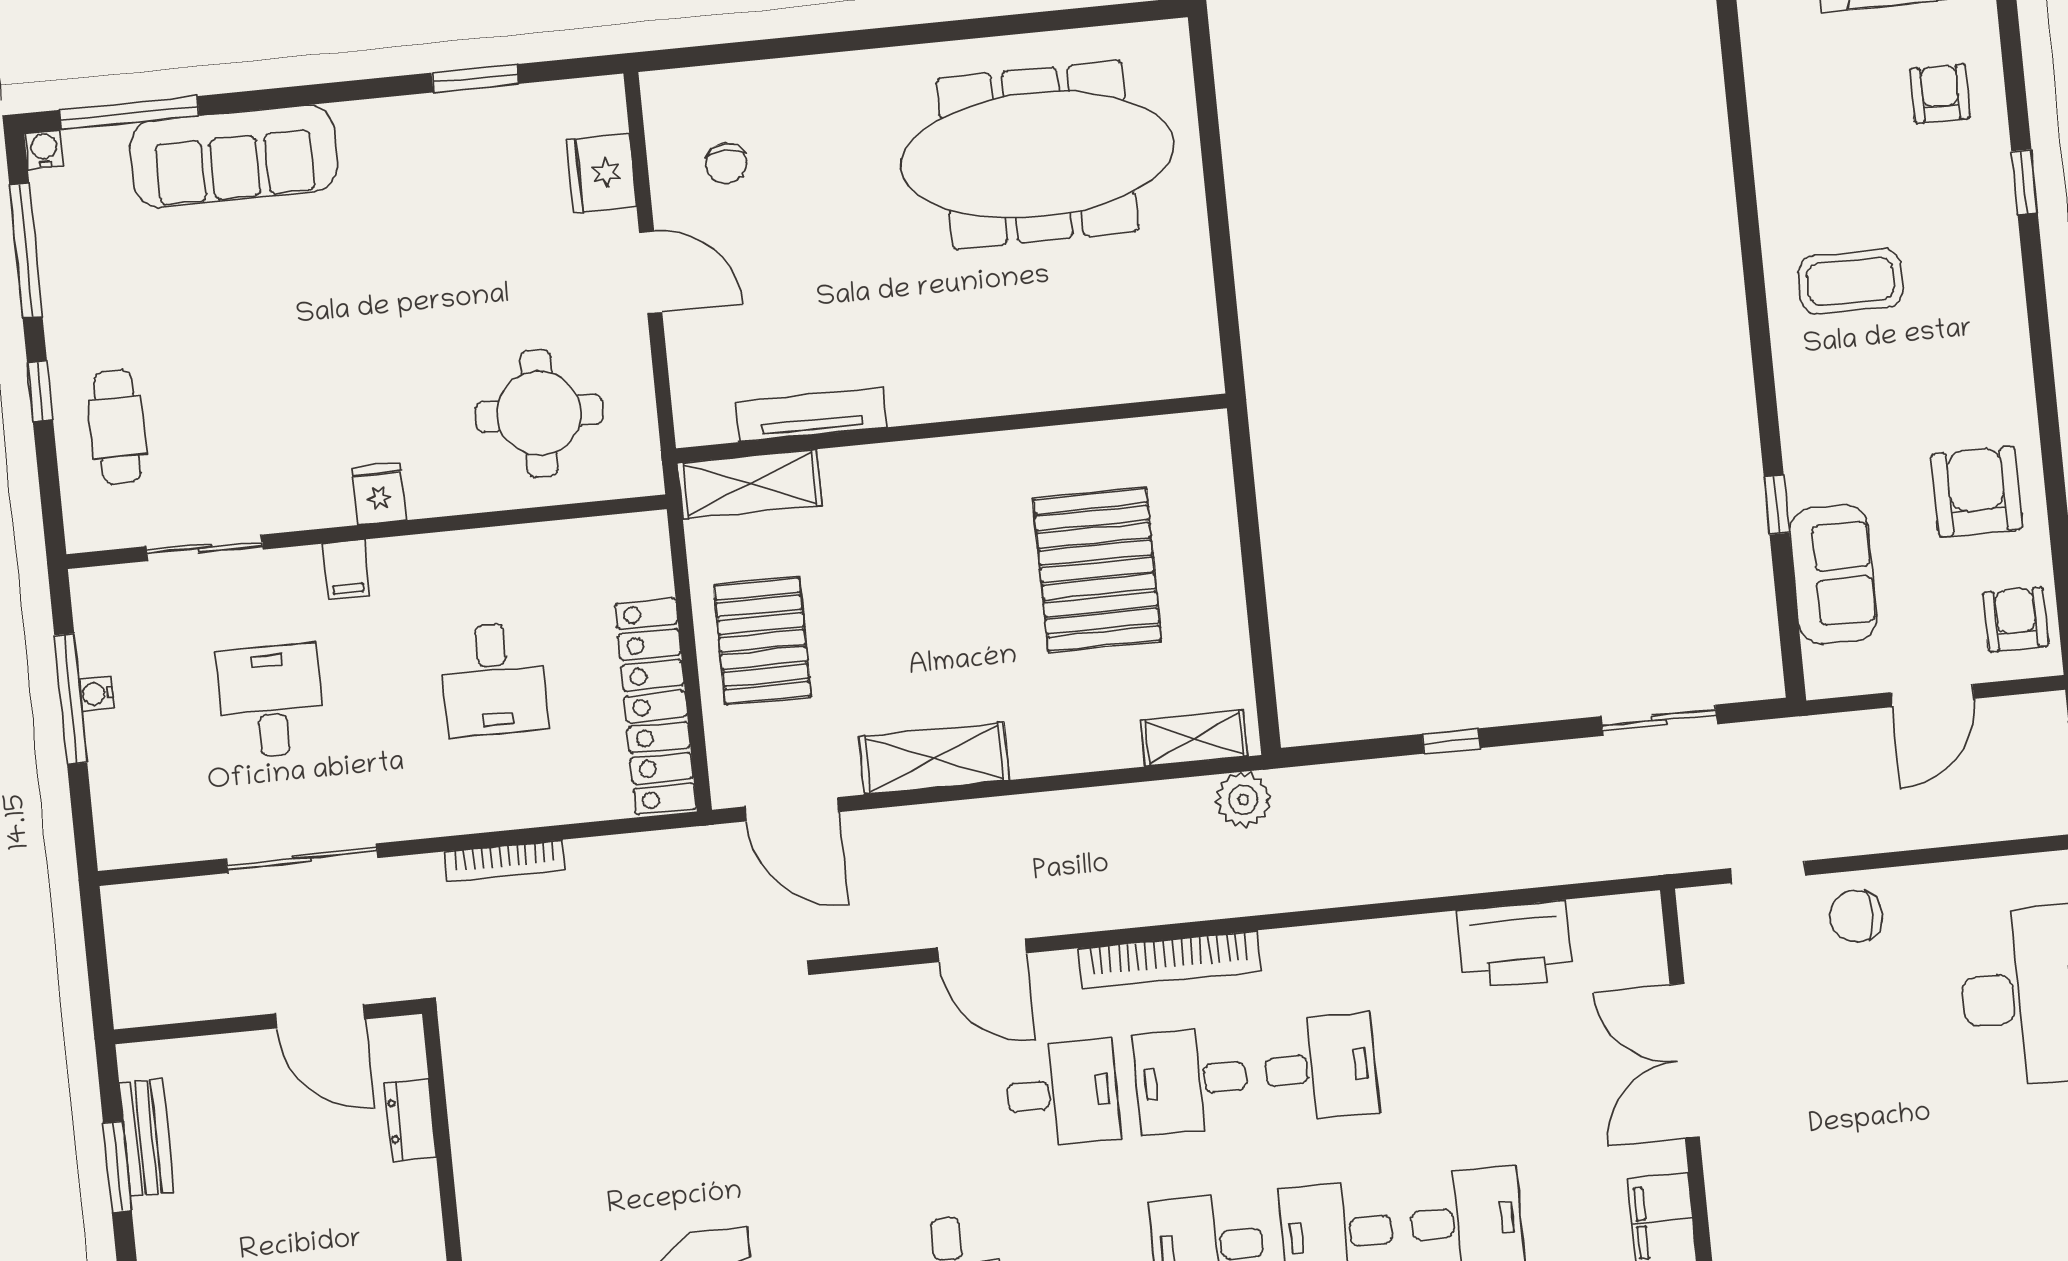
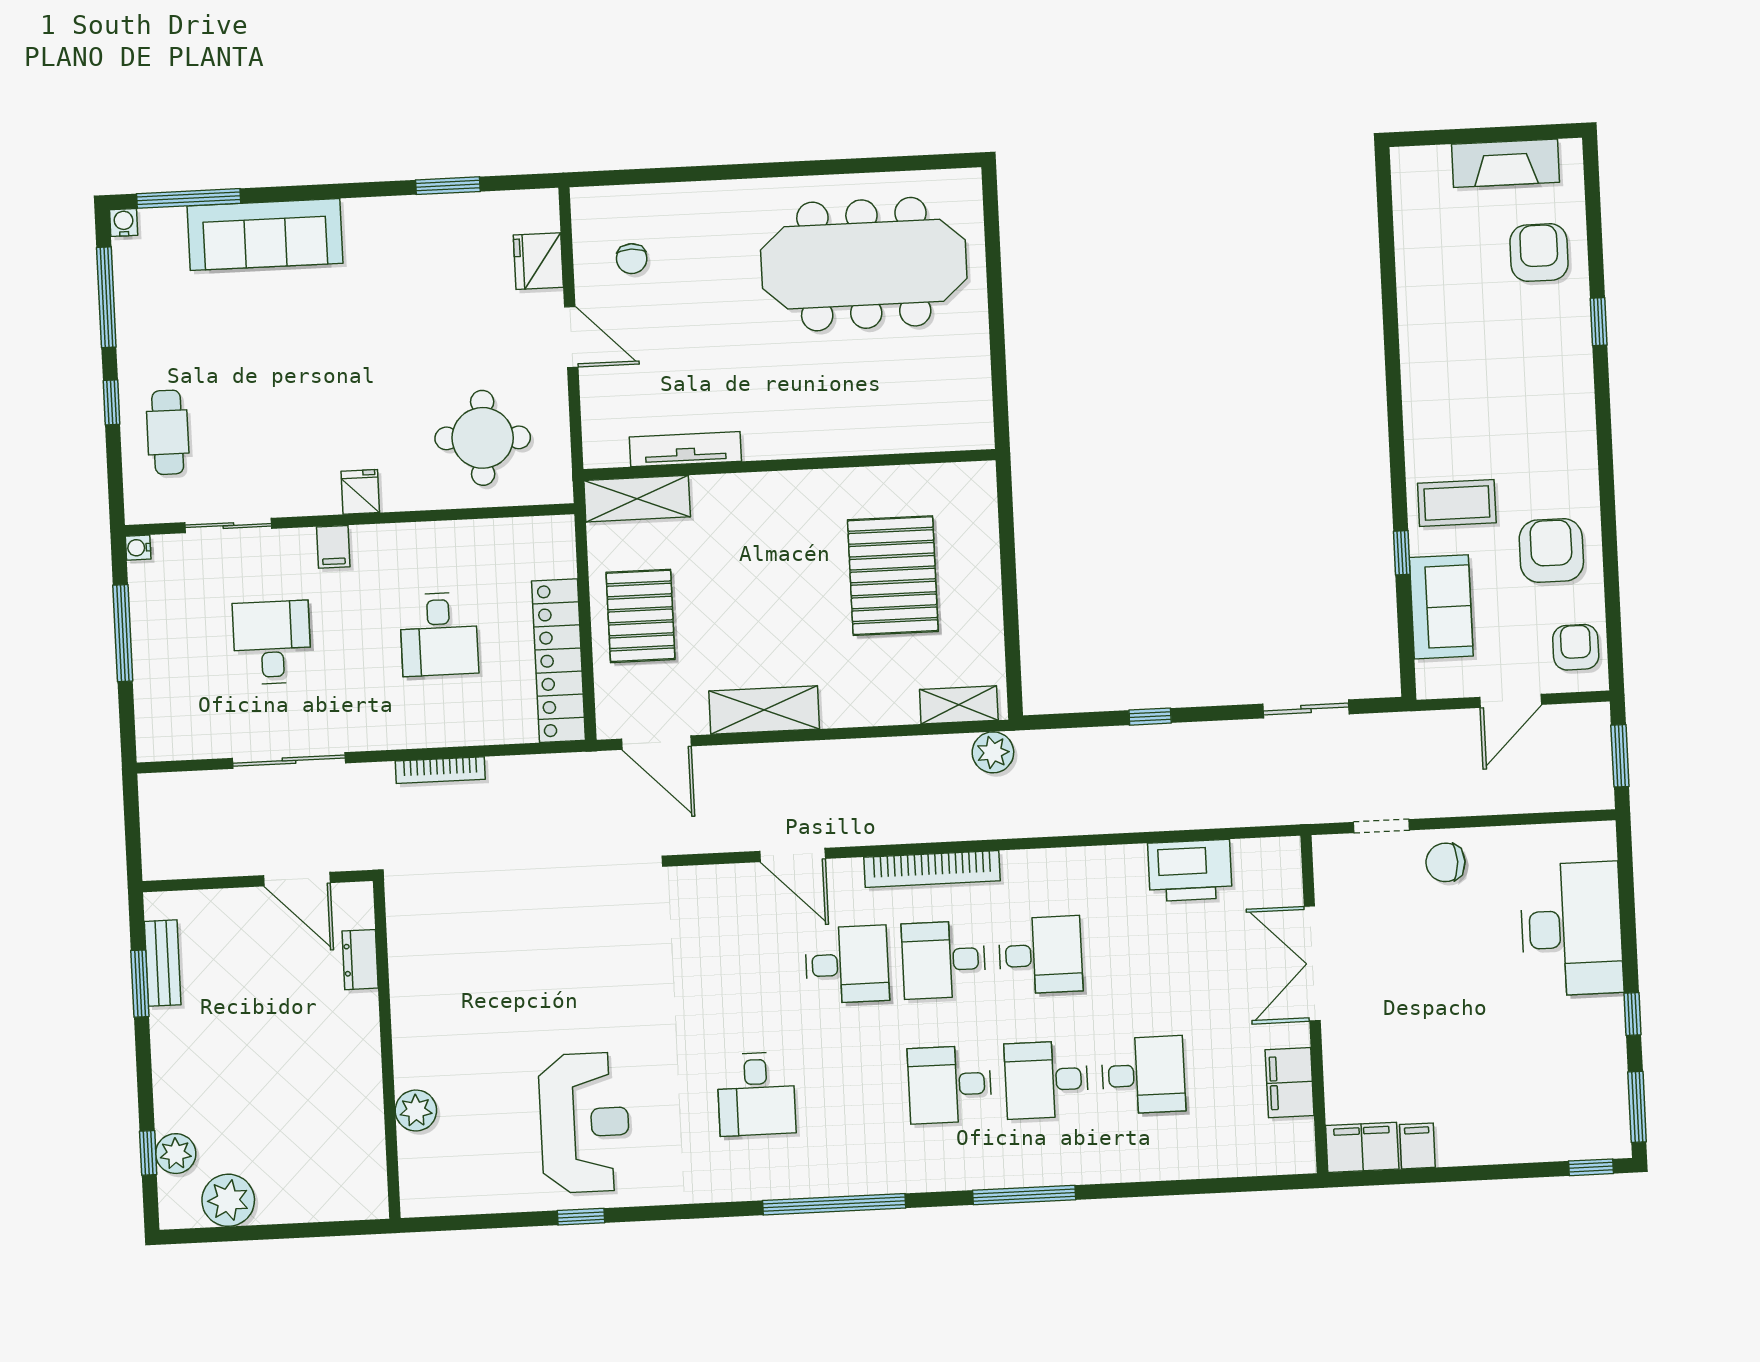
armchair: (1940, 94) -> (1539, 253), width x1.38, depth x1.38
coffee table: (1850, 281) -> (1457, 503), moved
water cooler: (96, 694) -> (138, 548), moved

